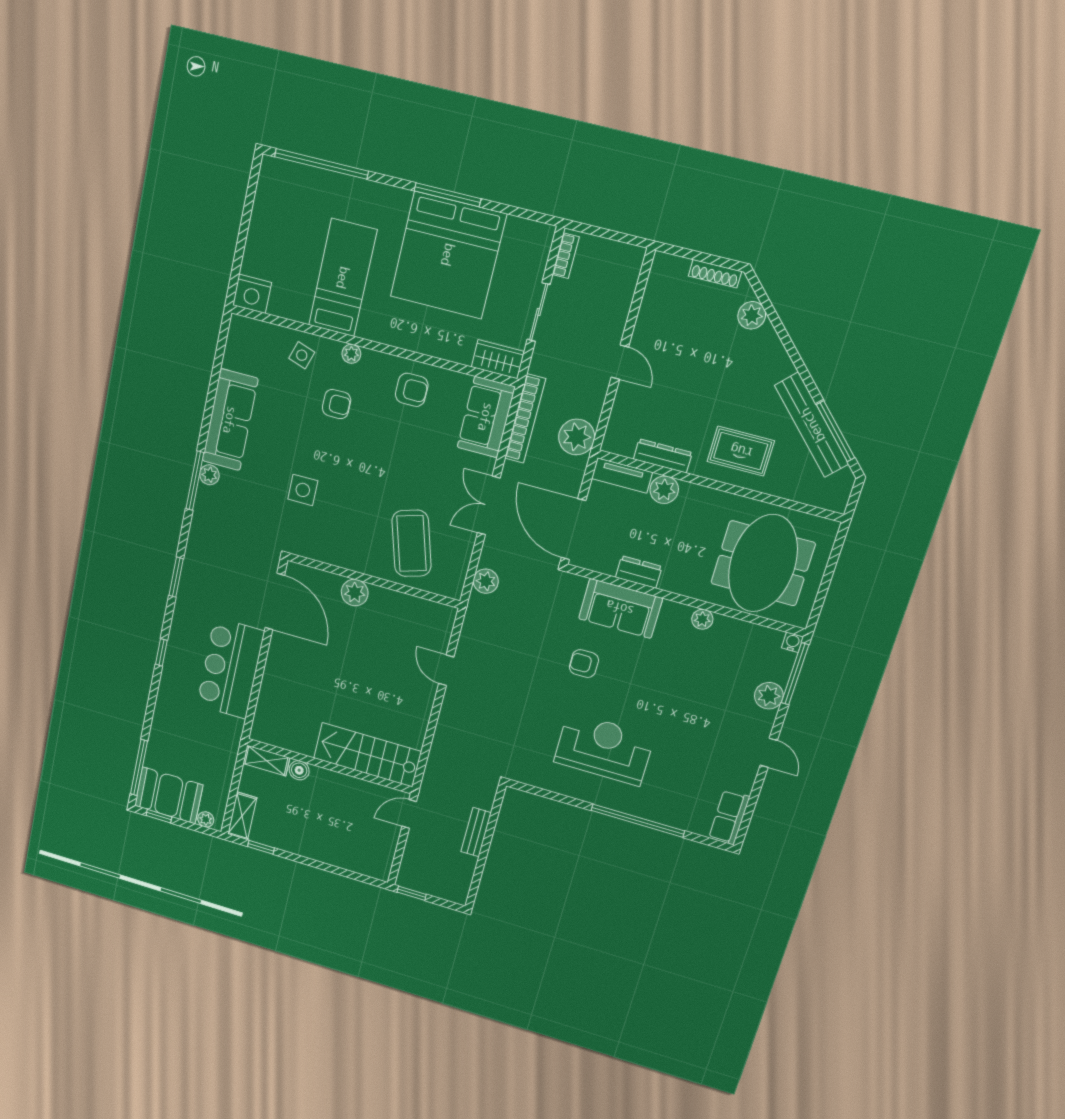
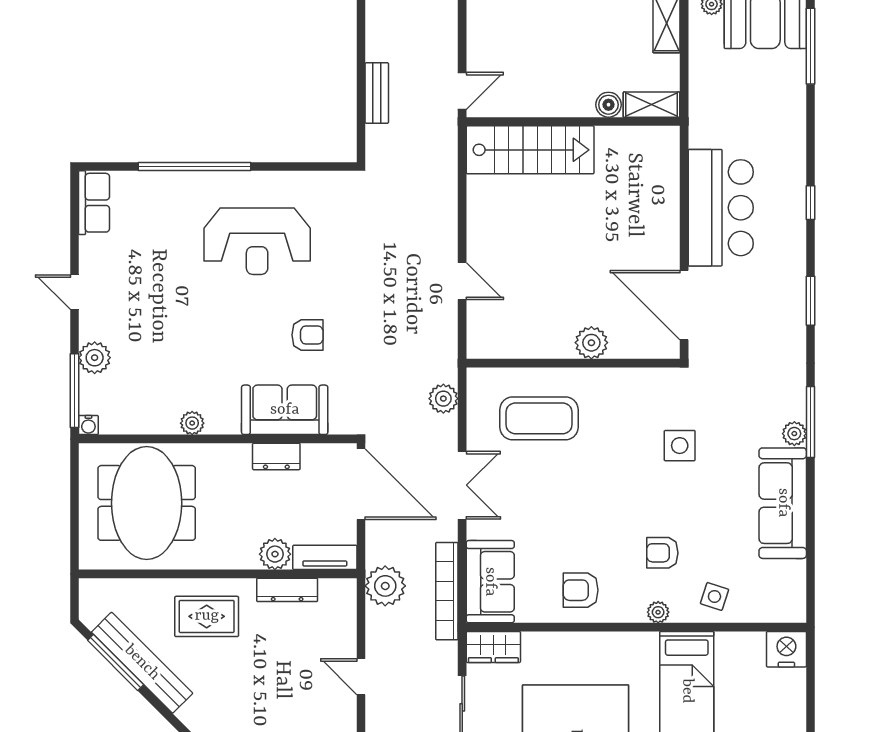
coffee table: (411, 543) -> (539, 418), turned -73

